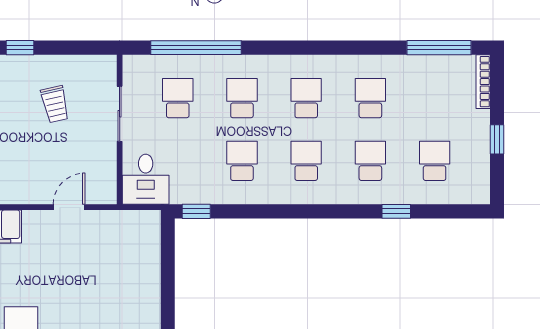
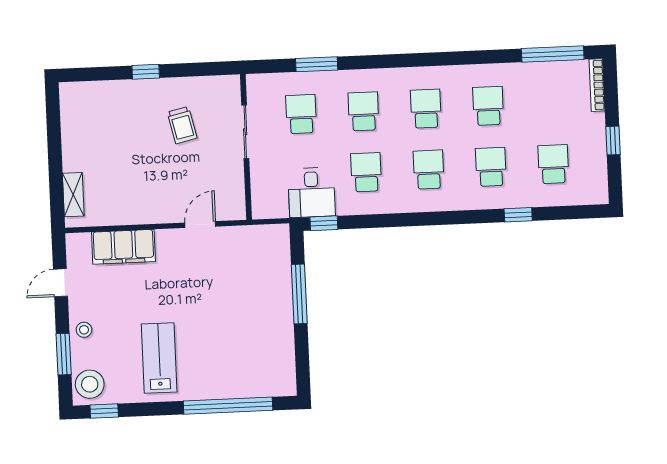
window: (196, 48) -> (317, 64), width x0.47
desk: (146, 179) -> (312, 192), moved
window: (168, 283) -> (299, 294), added

